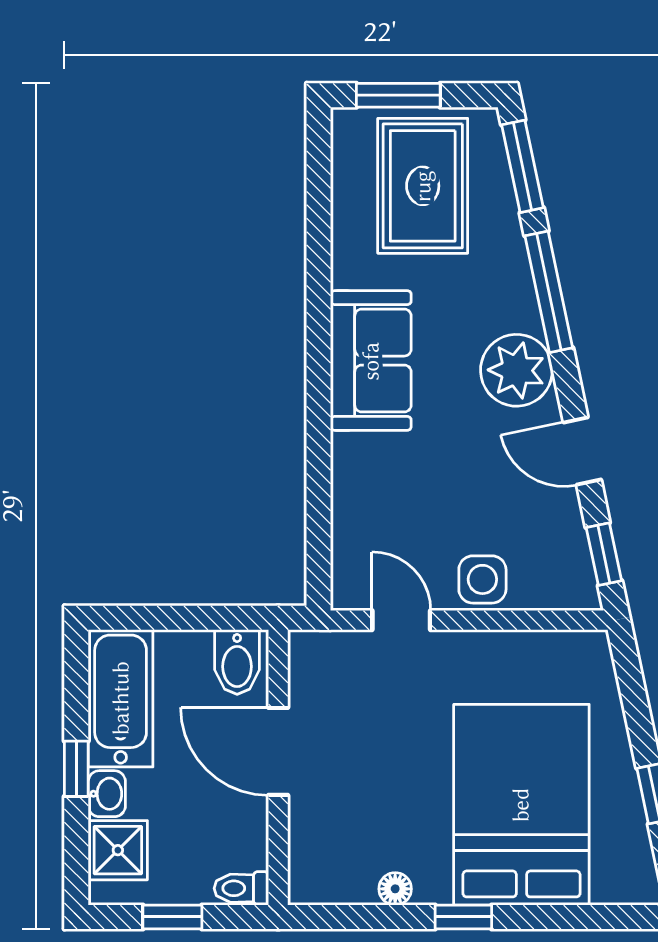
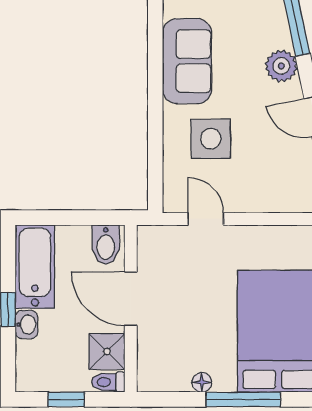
plant: (516, 370) -> (281, 66), width x0.73, depth x0.73
side table: (482, 579) -> (211, 139), moved, width x1.37, depth x1.37
shower: (118, 850) -> (107, 352), moved
window: (463, 917) -> (243, 399), width x2.17

